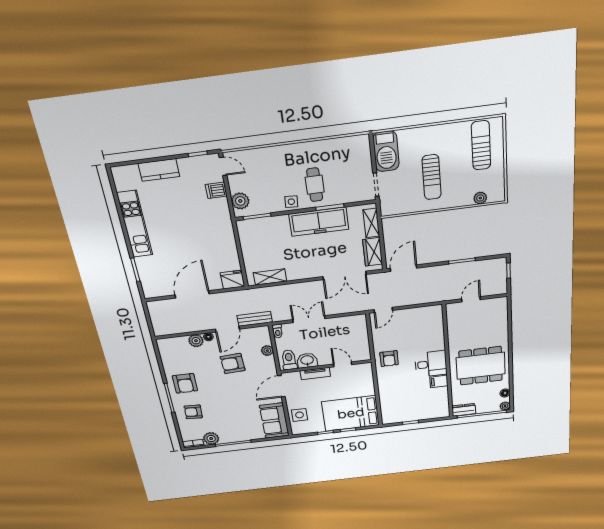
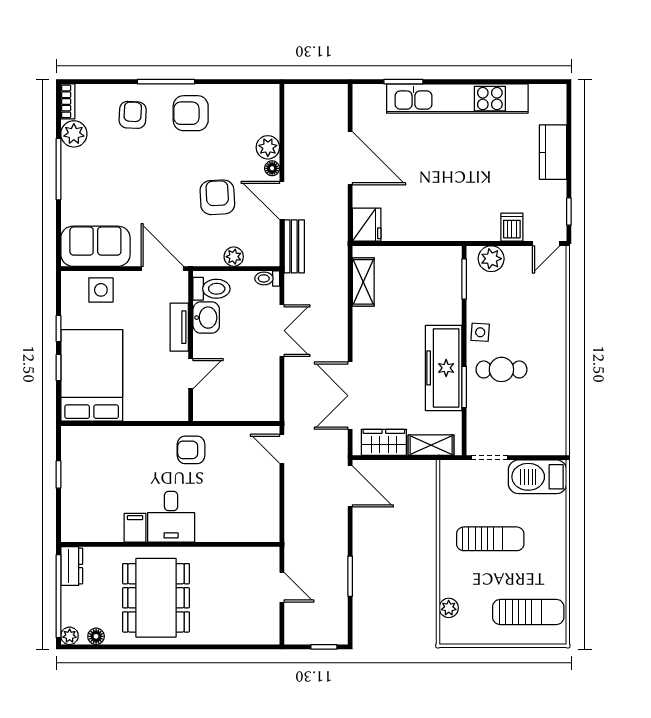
sun lounger: (432, 177) -> (490, 539), turned 180
kitchen unit: (135, 224) -> (457, 99), width x1.36

